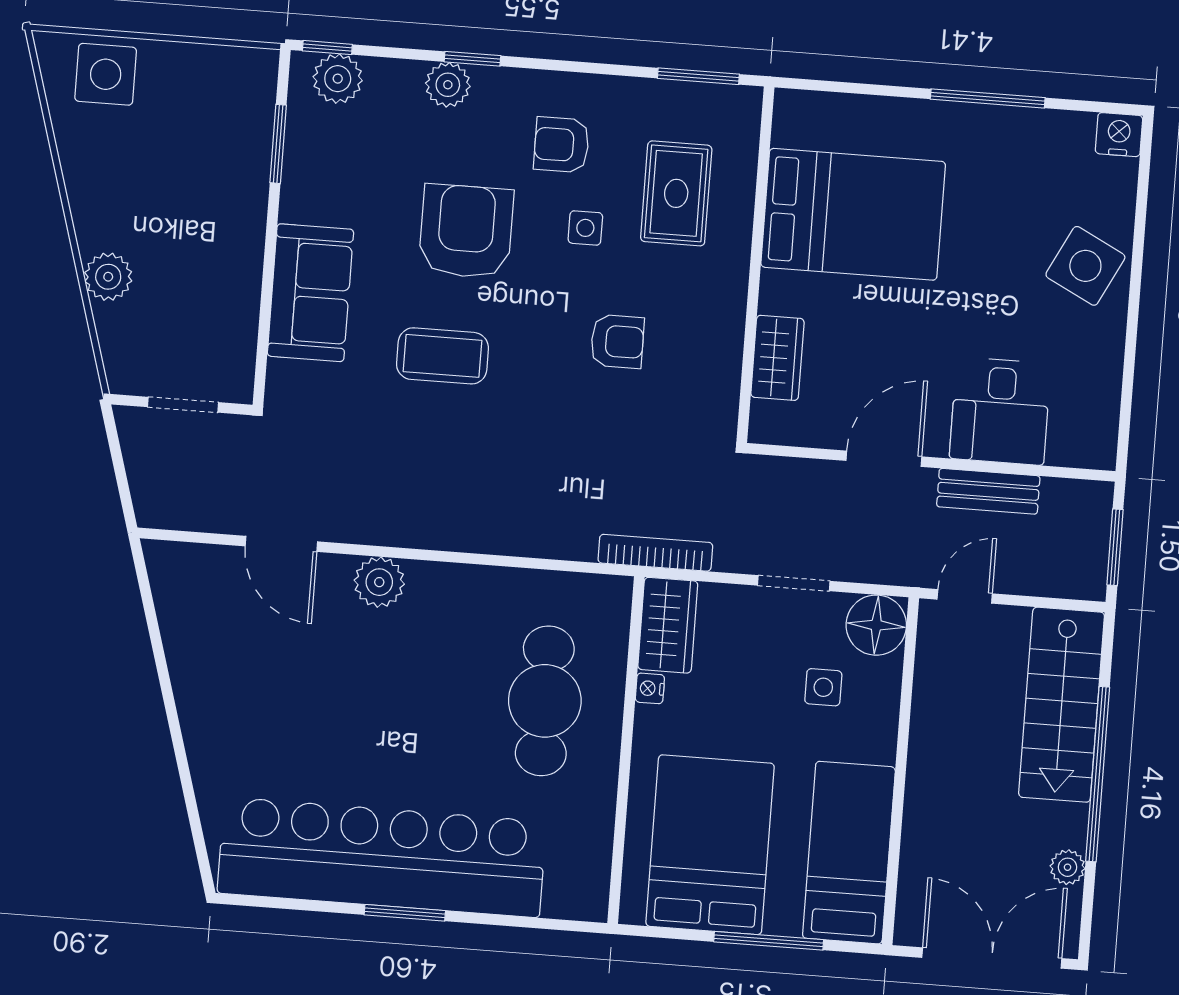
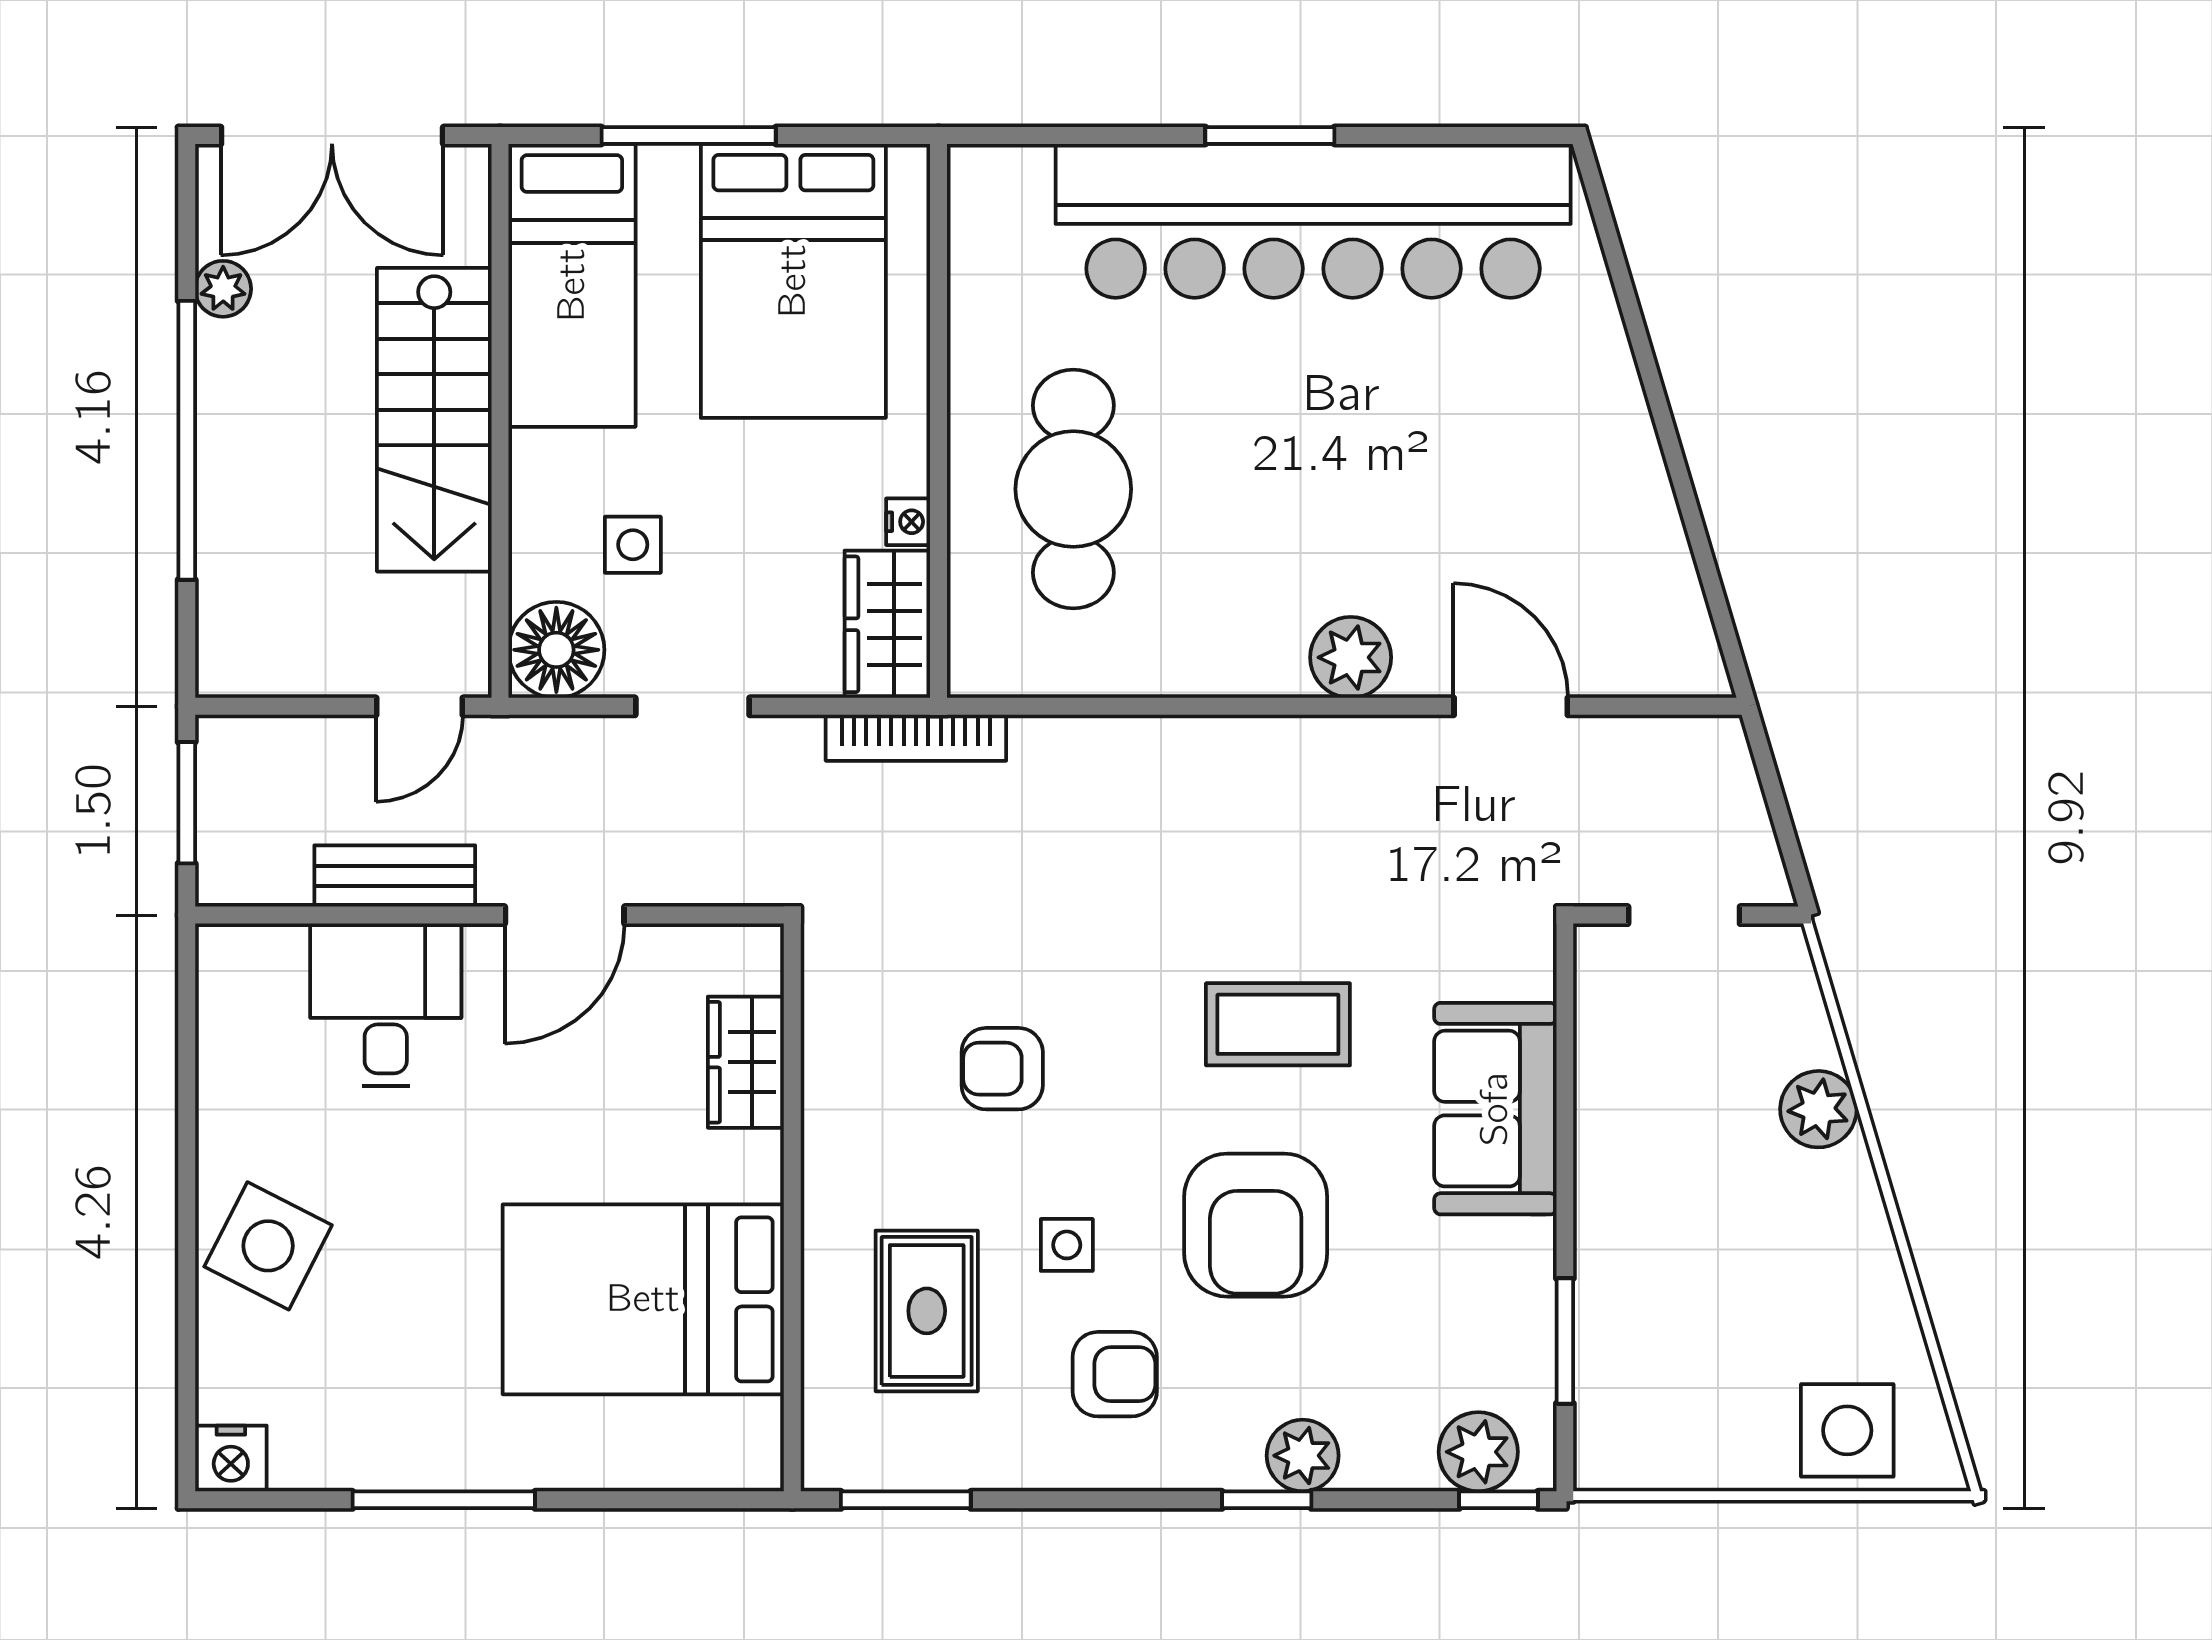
stairs: (1062, 705) -> (434, 420), moved, turned 180

